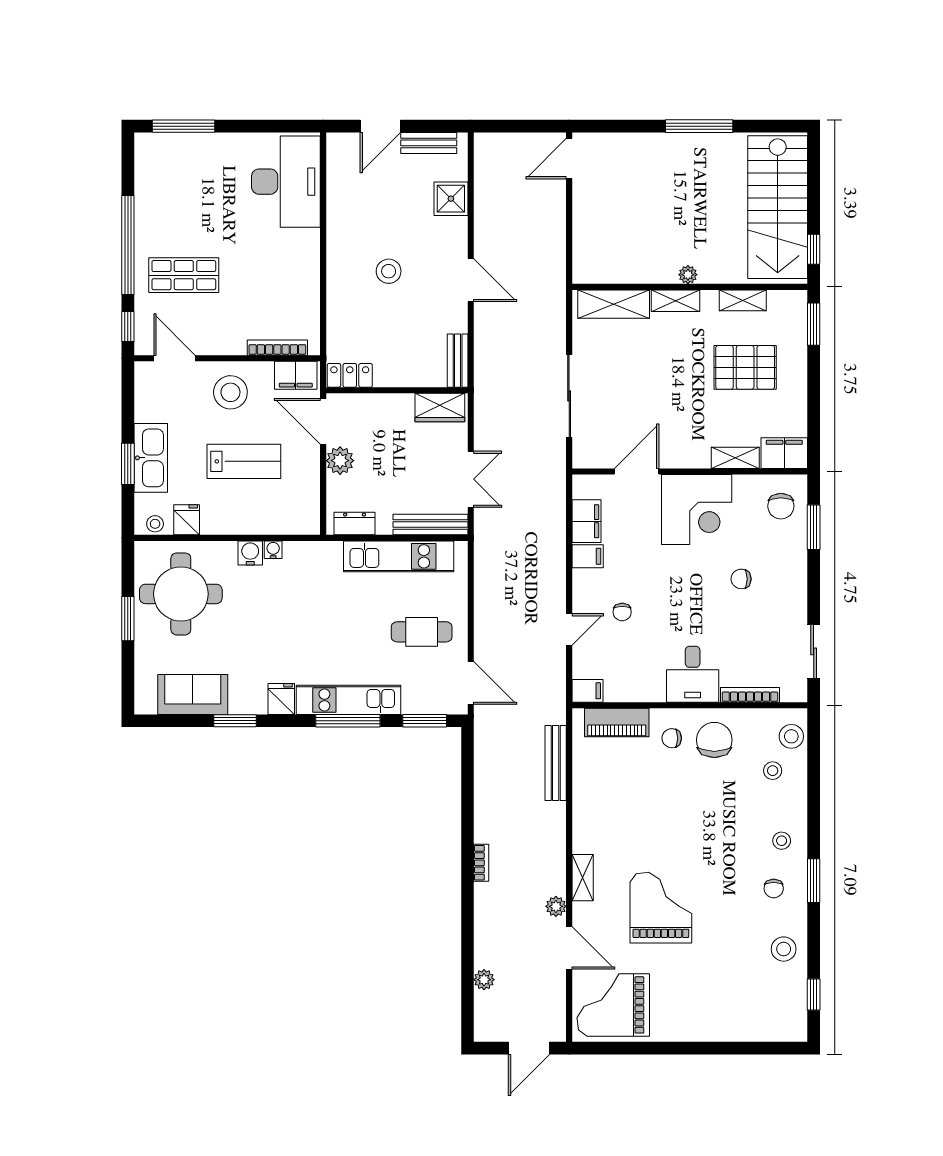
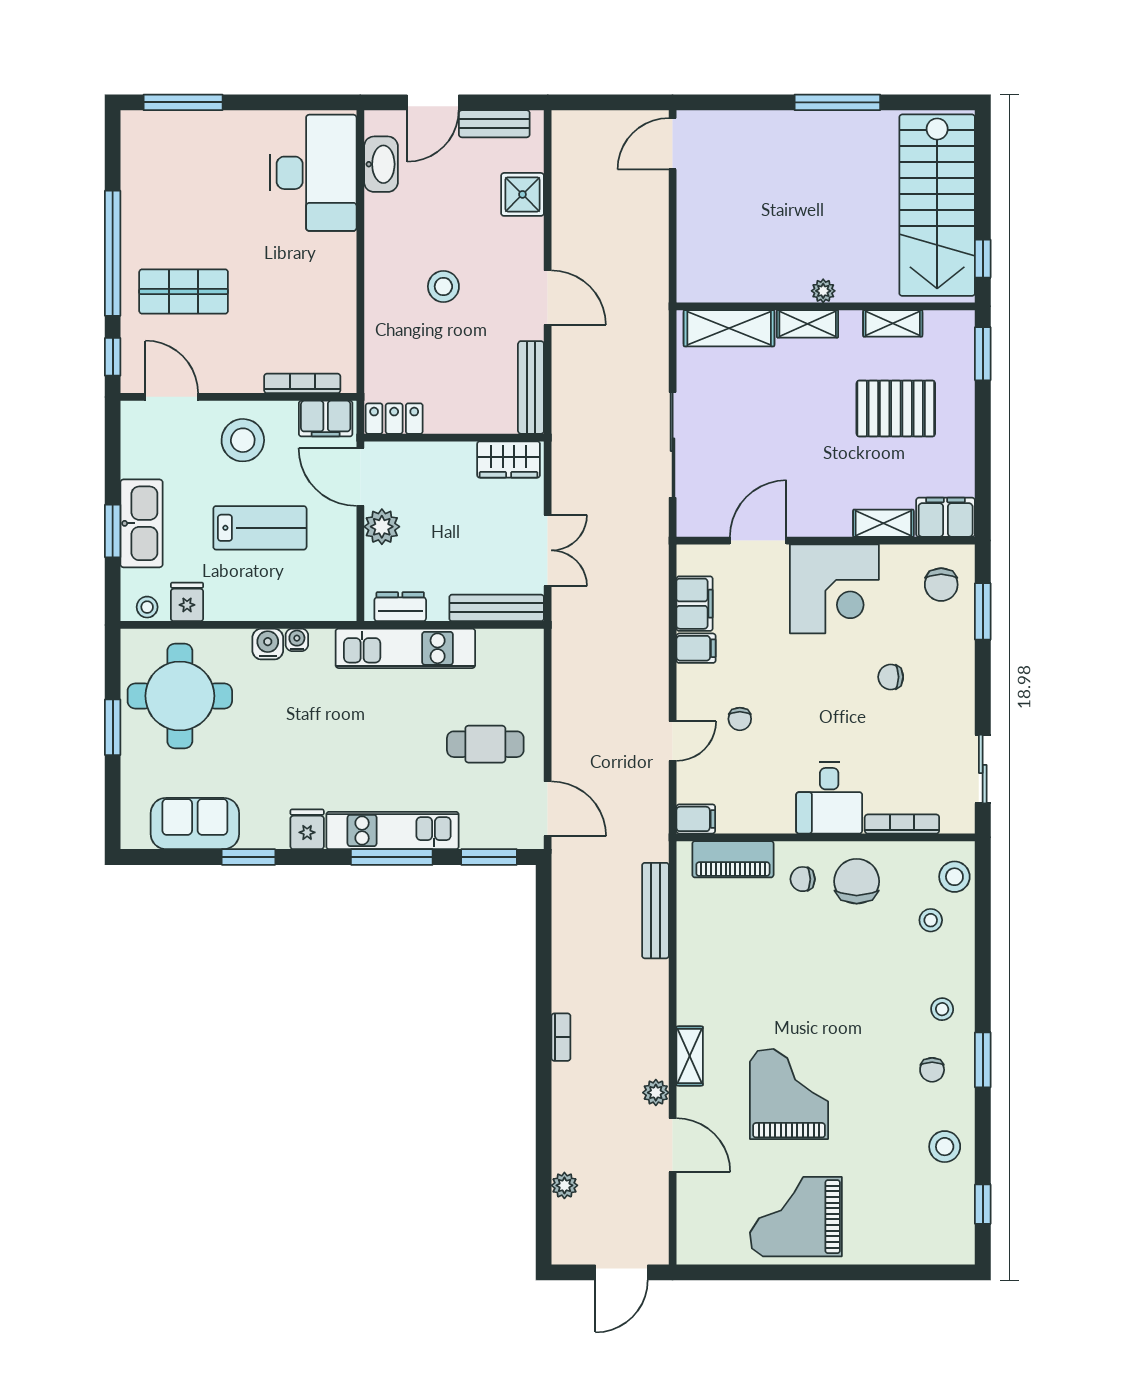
washbasin: (339, 175) -> (381, 164), added
bench: (458, 361) -> (531, 387), width x1.36
kitchen unit: (399, 556) -> (405, 648), moved
grand piano: (613, 1005) -> (796, 1217), moved

